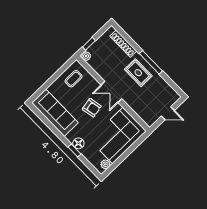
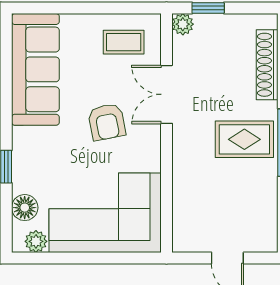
rug: (138, 73) -> (244, 139), turned 90
double door: (111, 92) -> (167, 94), moved
floor lamp: (78, 143) -> (25, 208), moved

